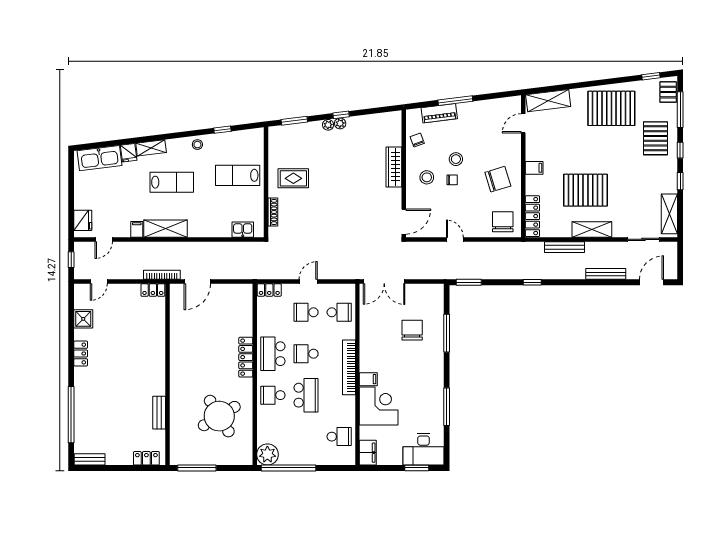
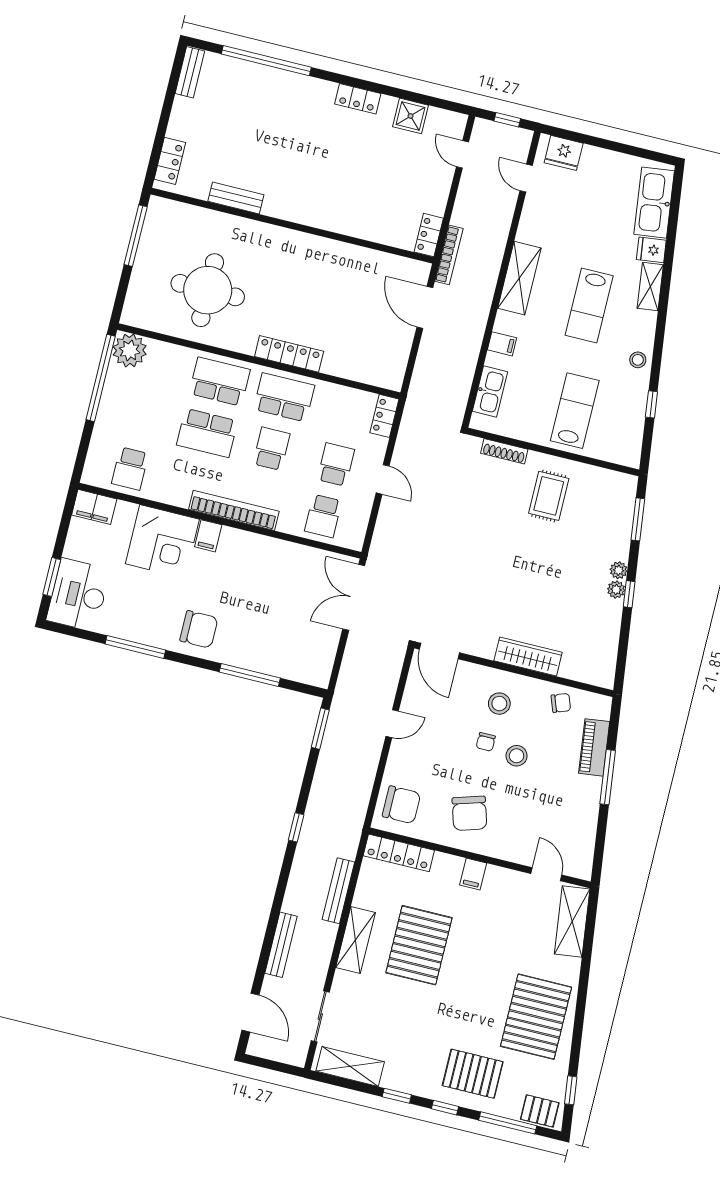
filing cabinet: (137, 229) -> (502, 344), moved
kitchen sink: (243, 230) -> (490, 392), width x1.38
chair: (412, 330) -> (199, 629), moved
school desk: (273, 395) -> (220, 382), width x1.85
round table: (219, 416) -> (208, 290), turned 31

